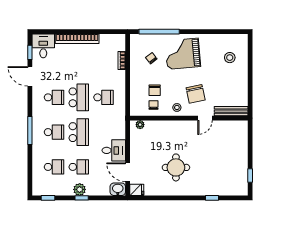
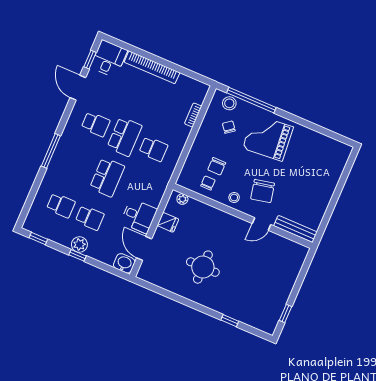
stool: (230, 58) -> (229, 103), moved
school desk: (54, 132) -> (78, 165), removed
fridge: (137, 190) -> (168, 222), moved

